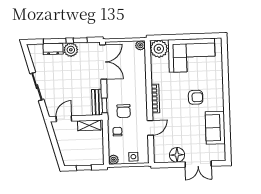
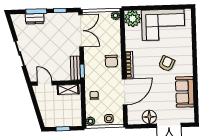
plant: (71, 50) -> (51, 19), removed
armchair: (196, 97) -> (167, 64), turned -64
chair: (124, 111) -> (111, 61), moved
door: (64, 119) -> (45, 83), hinge flipped
door: (150, 128) -> (125, 92), width x1.87

